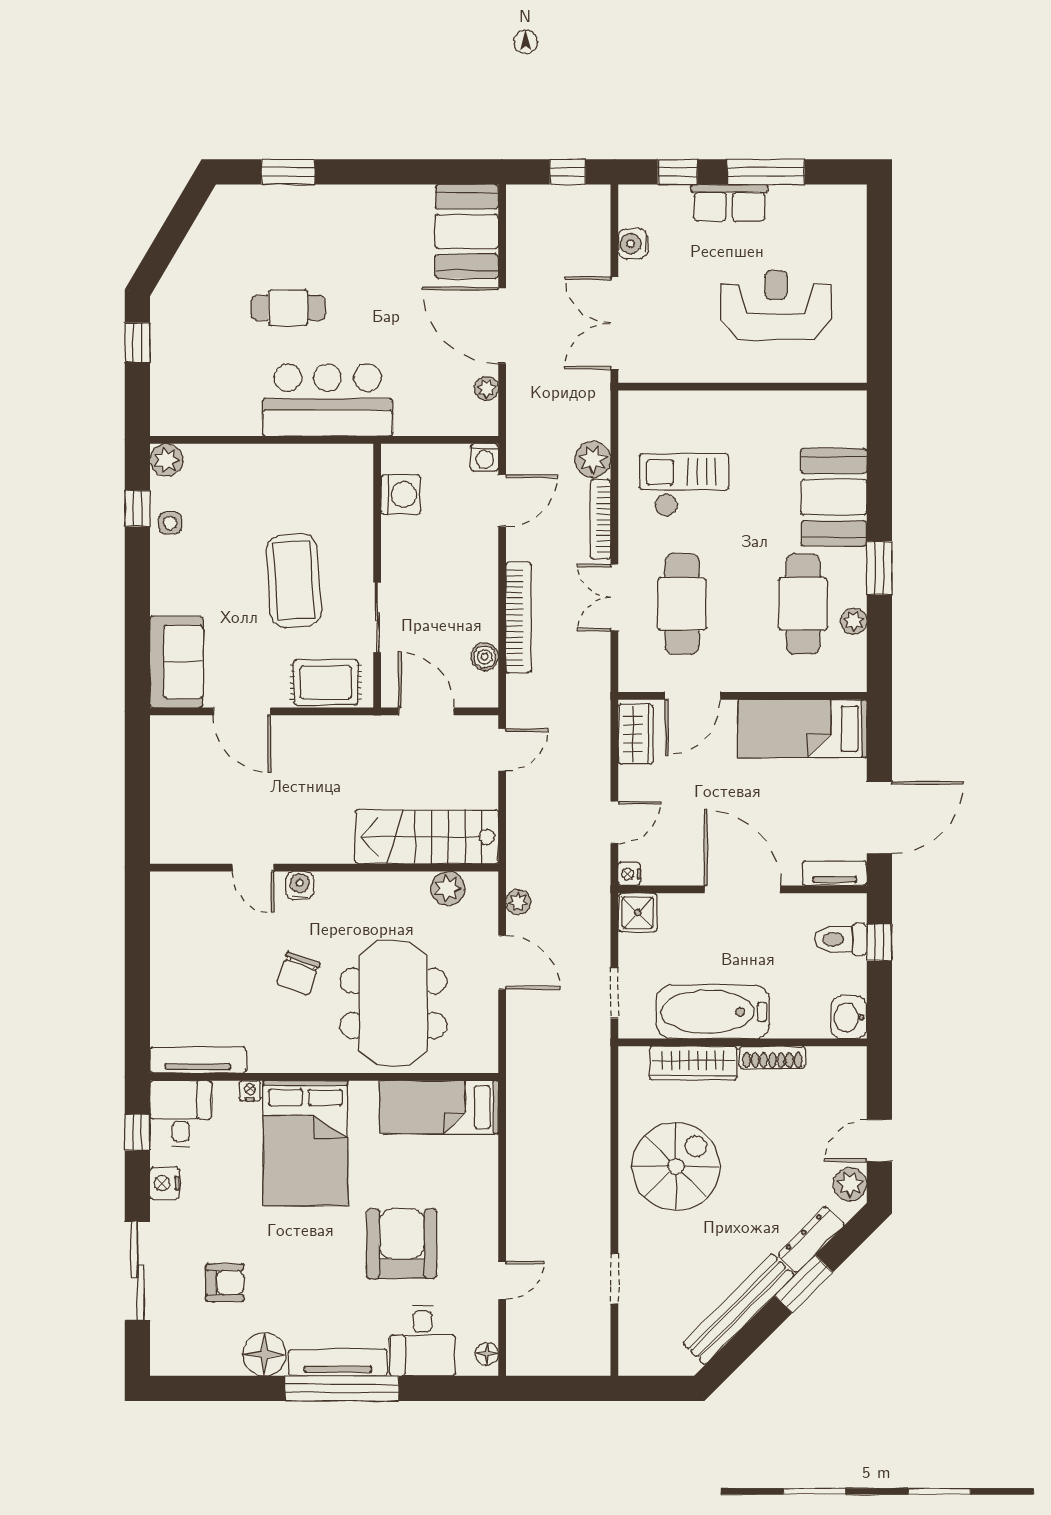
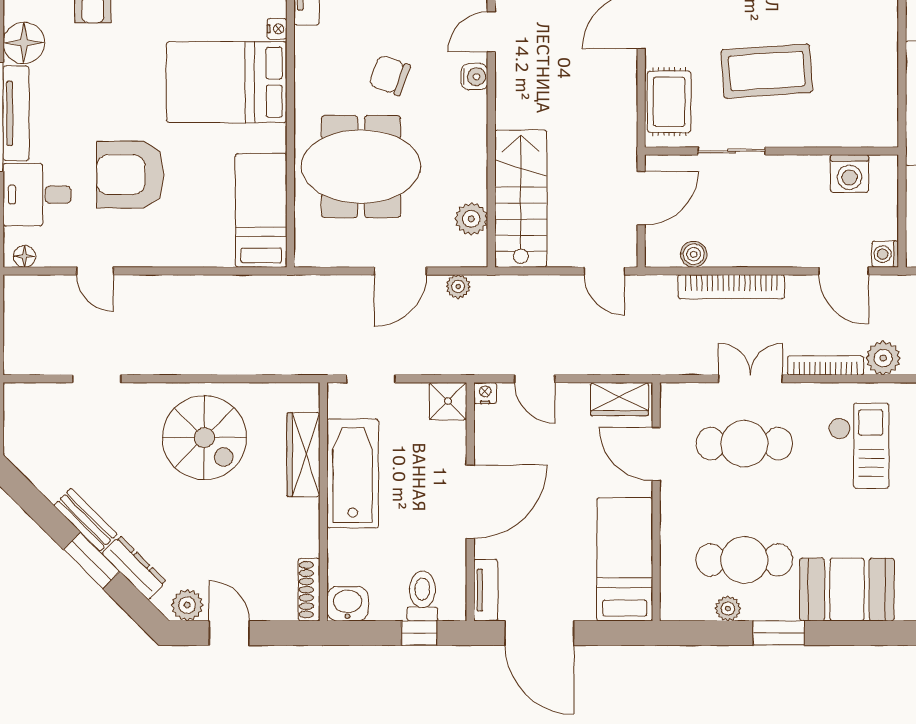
shoe rack: (772, 1057) -> (309, 590), moved
armchair: (402, 1244) -> (130, 175), turned 180
bench: (738, 1309) -> (85, 520), width x0.54, depth x0.82

